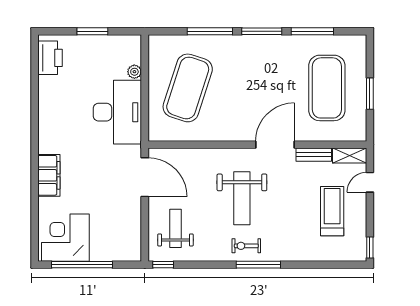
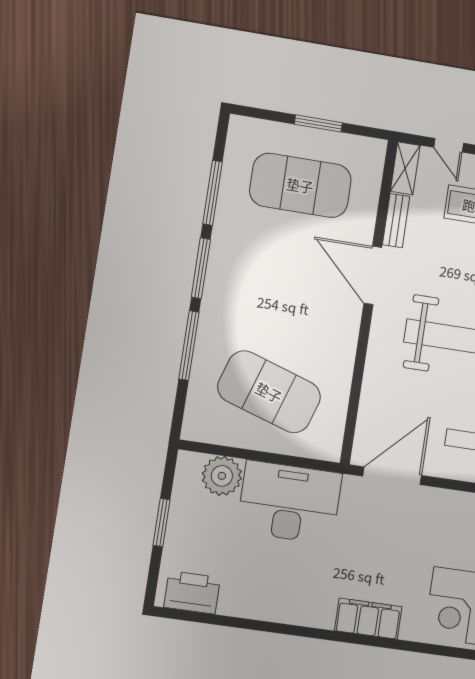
plant: (134, 72) -> (222, 476), width x1.87, depth x1.87

